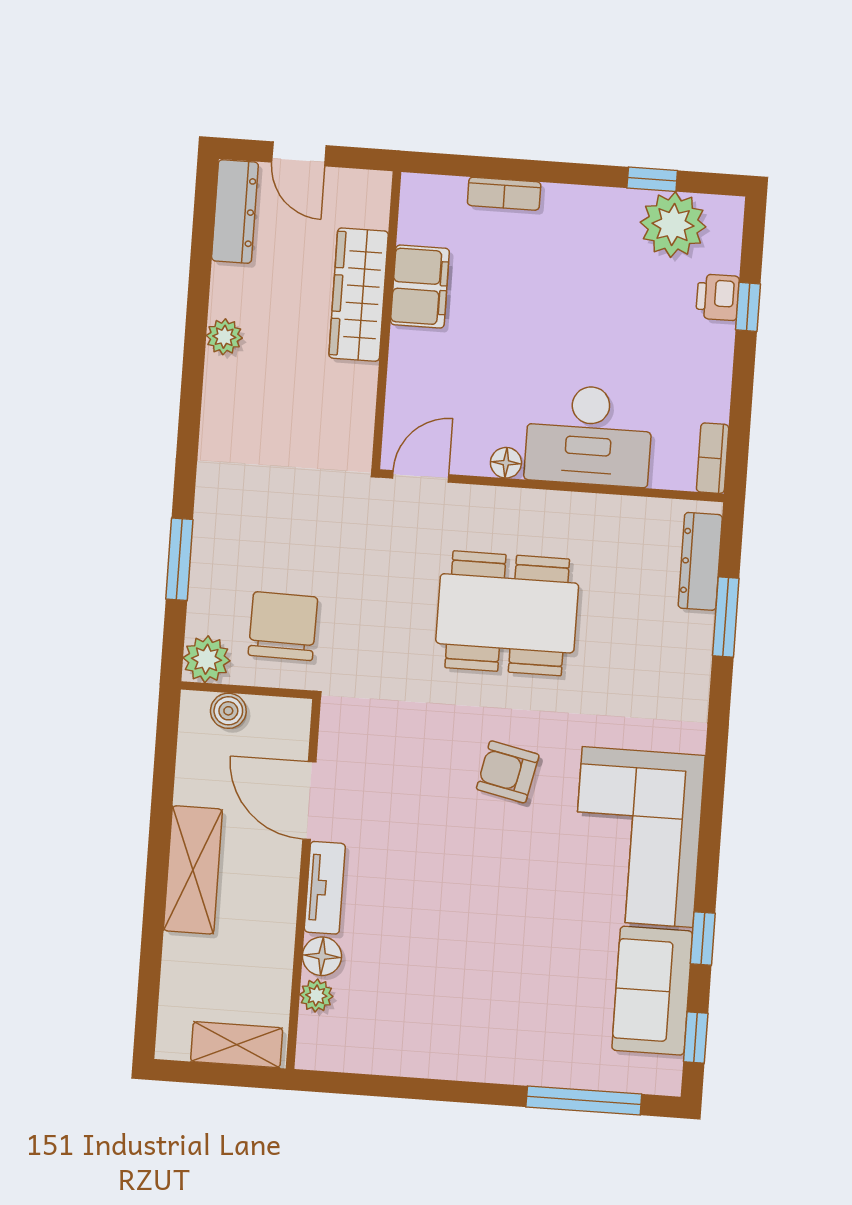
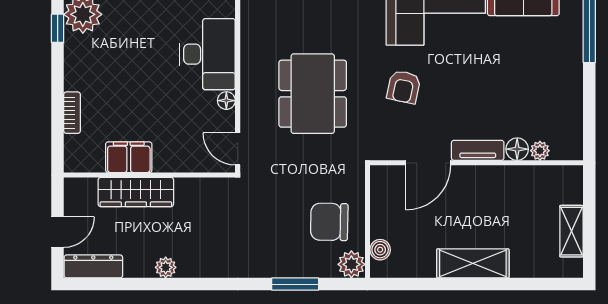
door: (309, 801) -> (428, 163), moved
wall: (303, 884) -> (476, 163), moved
tv unit: (325, 888) -> (478, 150), moved
floor lamp: (322, 956) -> (517, 149), moved
plant: (316, 996) -> (540, 151), moved

